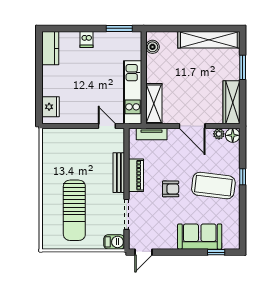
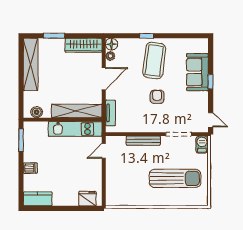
shelving: (154, 104) -> (77, 111), width x1.47
piano: (136, 175) -> (145, 126), removed
window: (216, 252) -> (211, 82), moved

